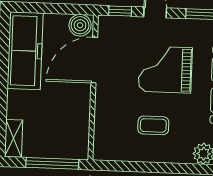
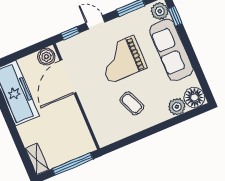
coffee table: (153, 125) -> (132, 103), turned 67

